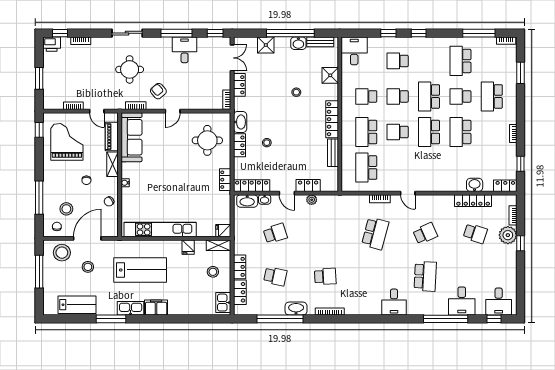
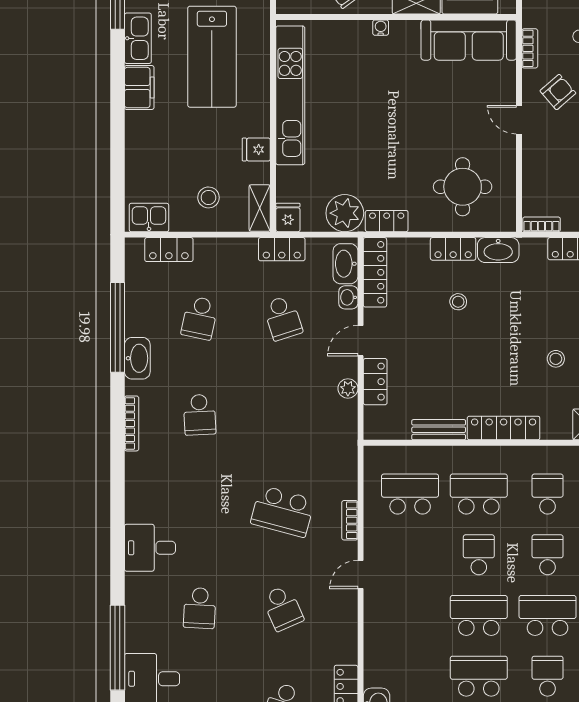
plant: (221, 201) -> (345, 213), added
locker: (240, 267) -> (282, 249), moved
school desk: (425, 276) -> (200, 608), width x0.54

